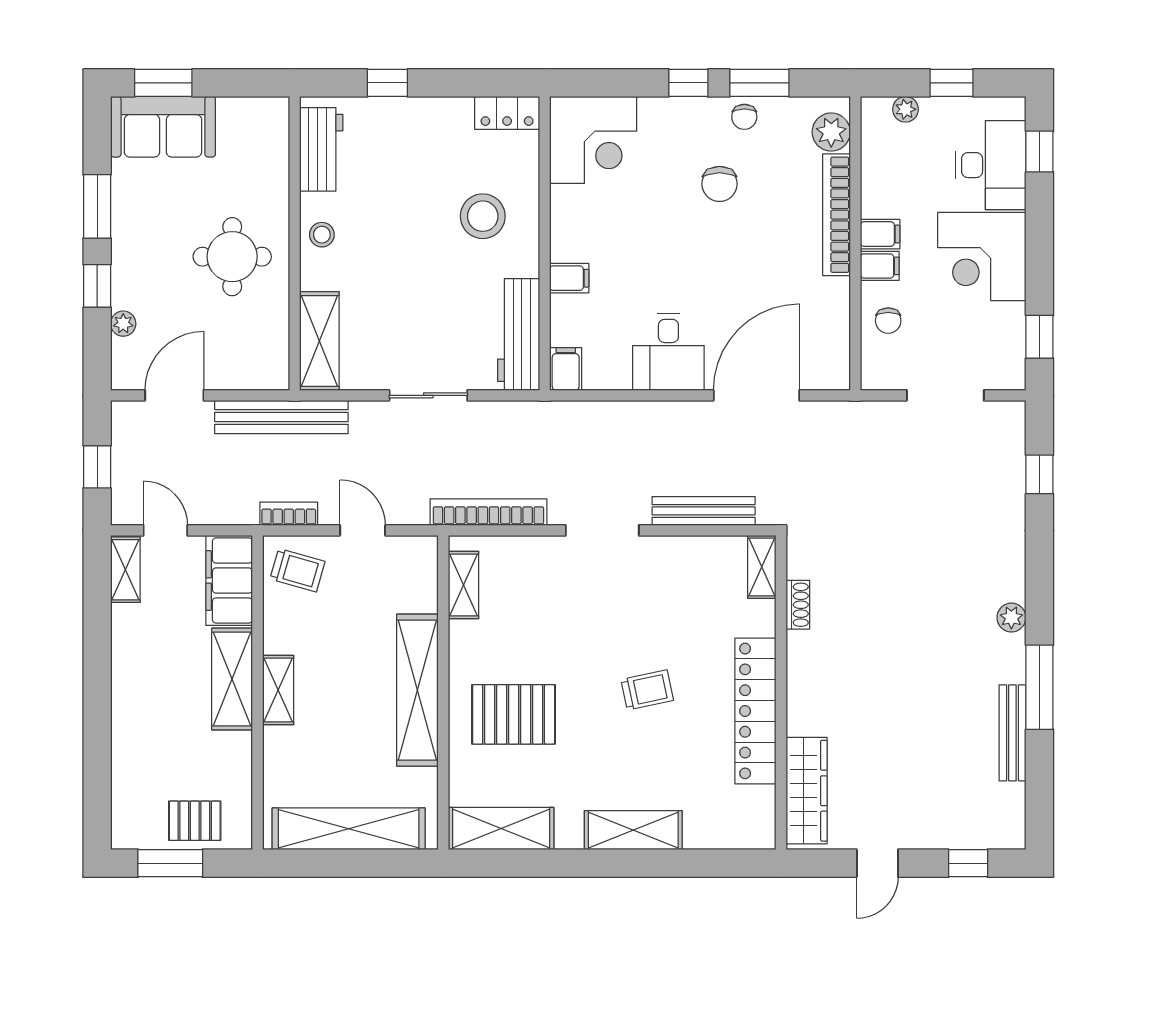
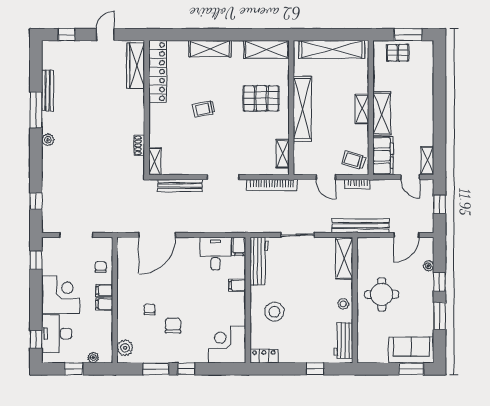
chair: (744, 117) -> (150, 309), moved
bookcase: (836, 215) -> (123, 312), removed
desk: (668, 352) -> (216, 254), moved
locker: (755, 711) -> (158, 72), moved

